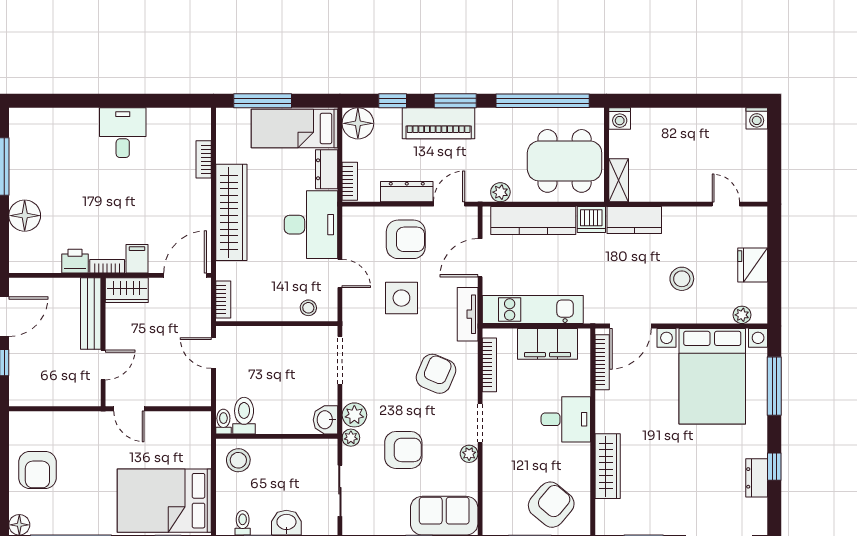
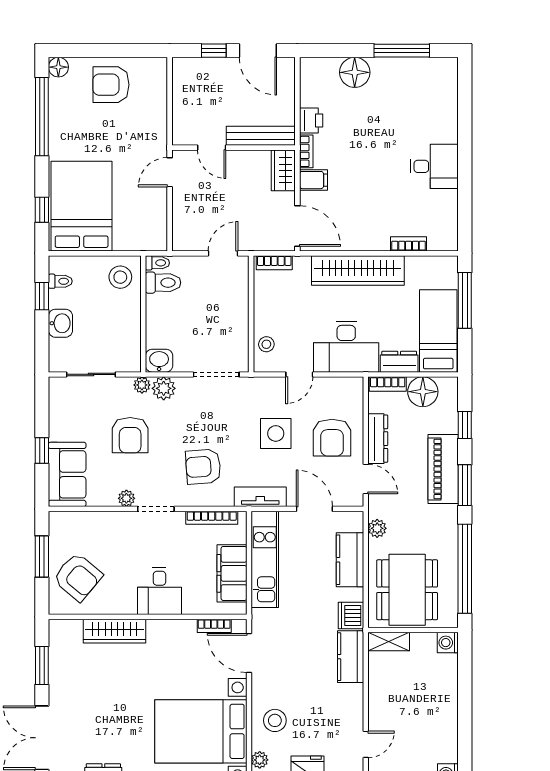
floor lamp: (358, 123) -> (423, 392), moved
kitchen counter: (533, 221) -> (350, 560), width x0.67
stool: (682, 279) -> (275, 720), moved
bookcase: (602, 362) -> (214, 626), width x0.64
armchair: (436, 374) -> (203, 467), turned 153

